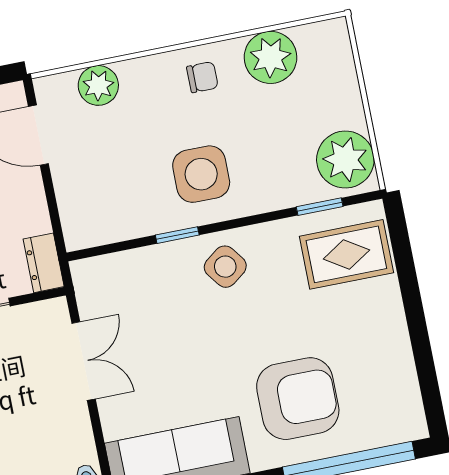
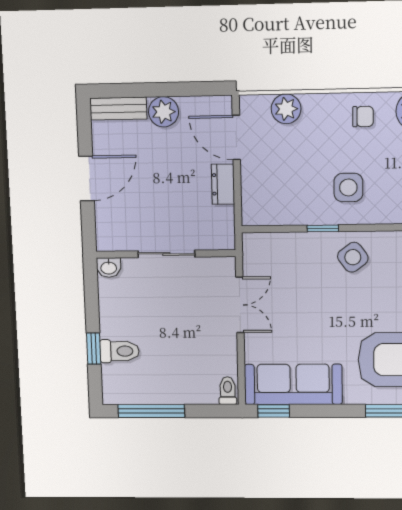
side table: (201, 174) -> (348, 187), width x0.73, depth x0.73
dresser: (44, 263) -> (223, 184), moved

